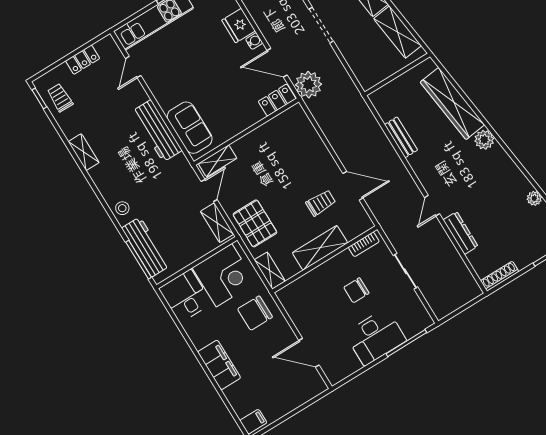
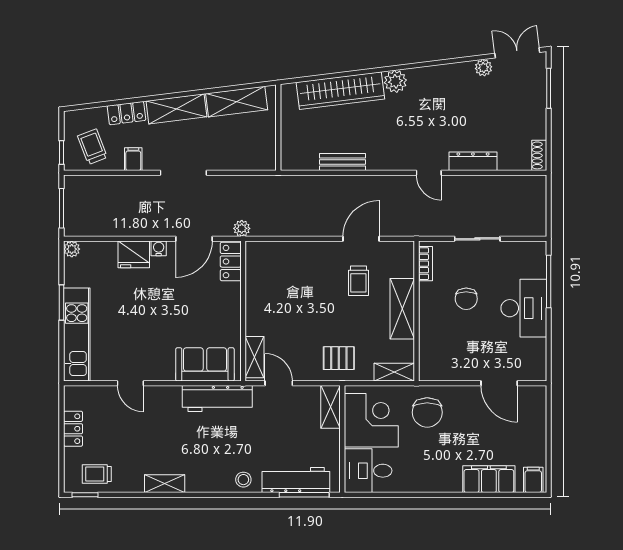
door: (133, 67) -> (130, 383), moved
plant: (308, 85) -> (242, 228), width x0.53, depth x0.53
workbench: (157, 131) -> (217, 398), moved
trolley: (321, 203) -> (358, 281), turned 180
shelving: (217, 223) -> (330, 407), moved, turned 90
pallet: (255, 223) -> (339, 358), width x0.67, depth x0.71
shoe rack: (500, 276) -> (539, 155), width x0.70
door: (309, 353) -> (499, 383), hinge flipped
filing cabinet: (219, 365) -> (489, 479), moved

